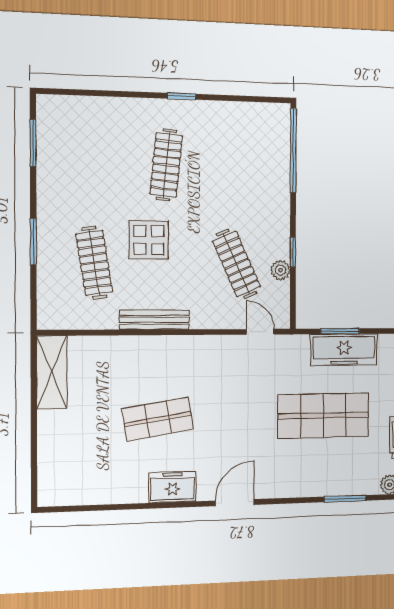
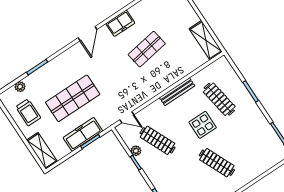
clothes rail: (166, 165) -> (217, 163), turned -30

